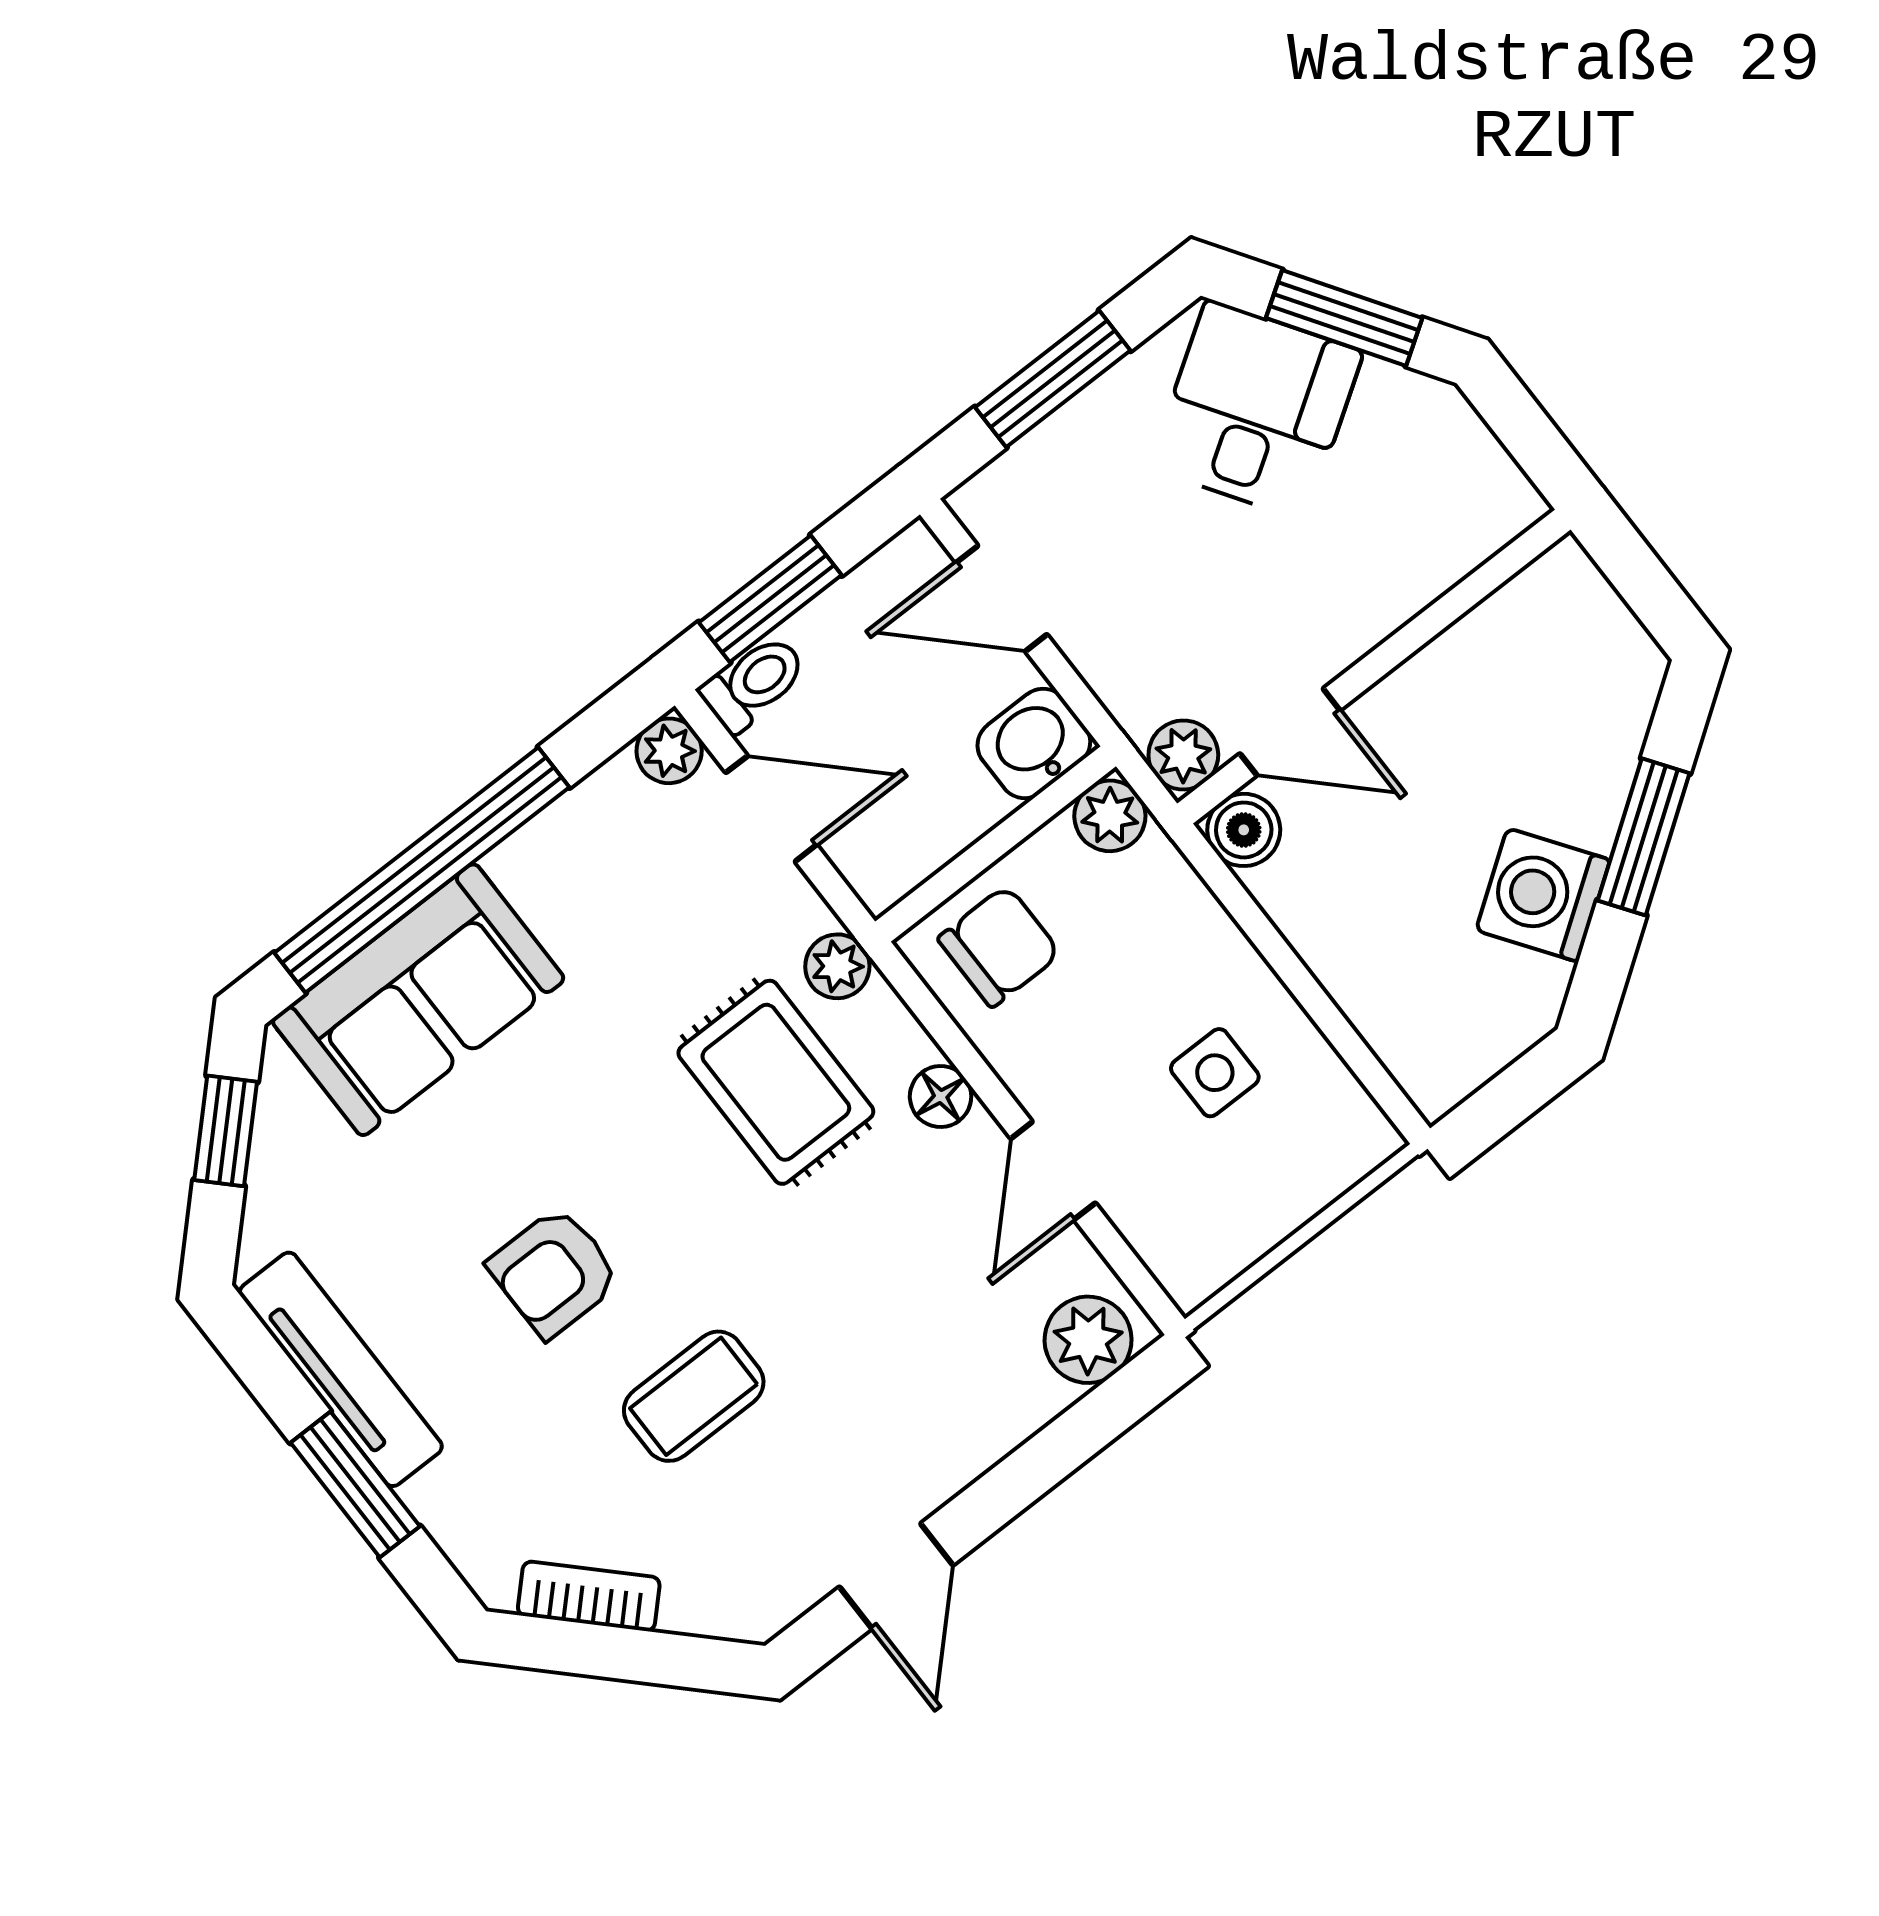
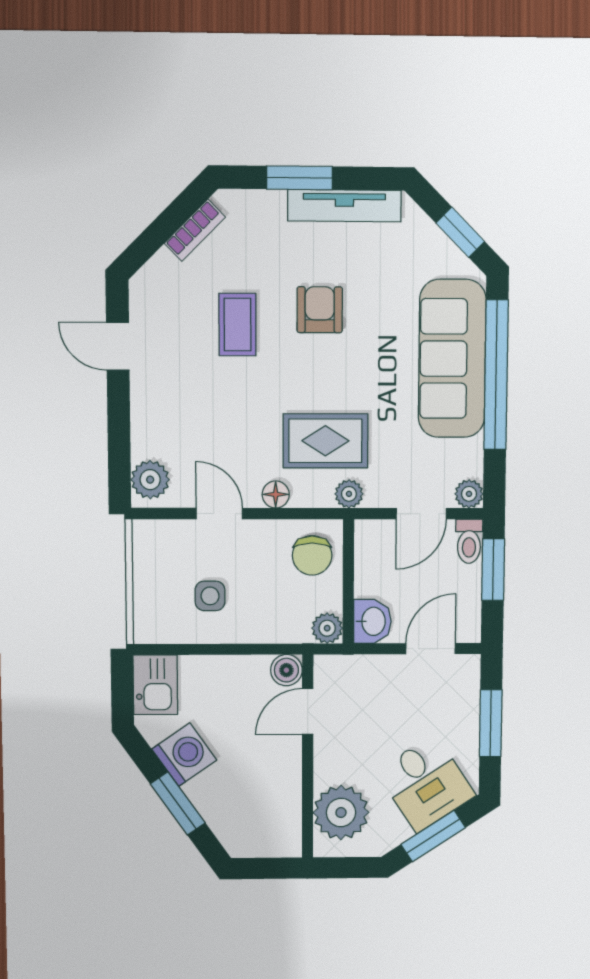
plant: (1183, 755) -> (341, 813), moved, width x1.88, depth x1.88
sofa: (418, 1000) -> (452, 359), width x1.36
kitchen sink: (1454, 1046) -> (155, 685), added

